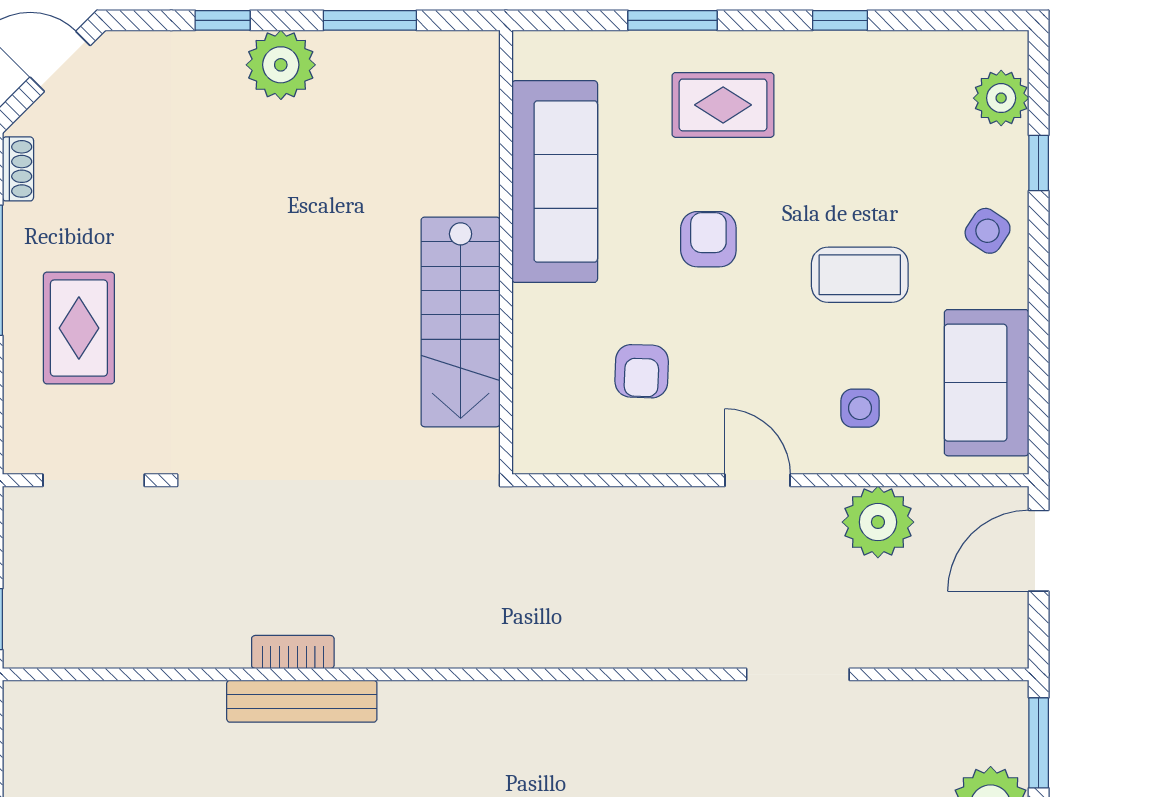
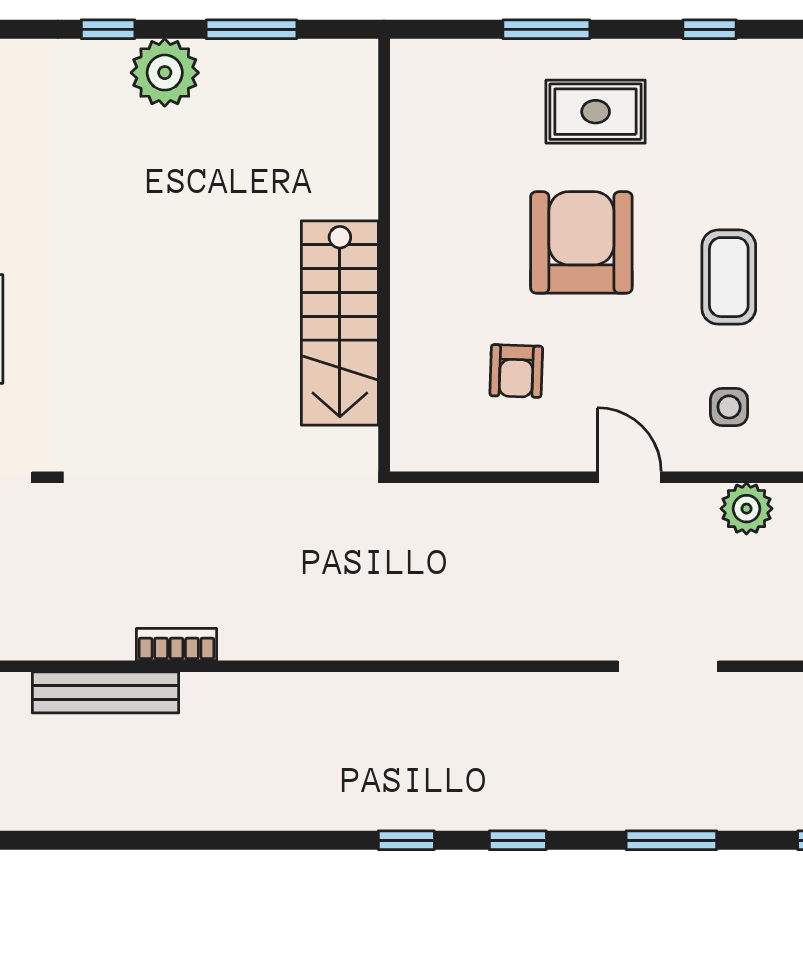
sofa: (555, 182) -> (432, 186), removed
armchair: (708, 239) -> (581, 242), width x1.88, depth x1.88
coffee table: (860, 275) -> (729, 277), turned 90
plant: (878, 522) -> (746, 509), width x0.73, depth x0.73
bench: (302, 701) -> (105, 692), moved

